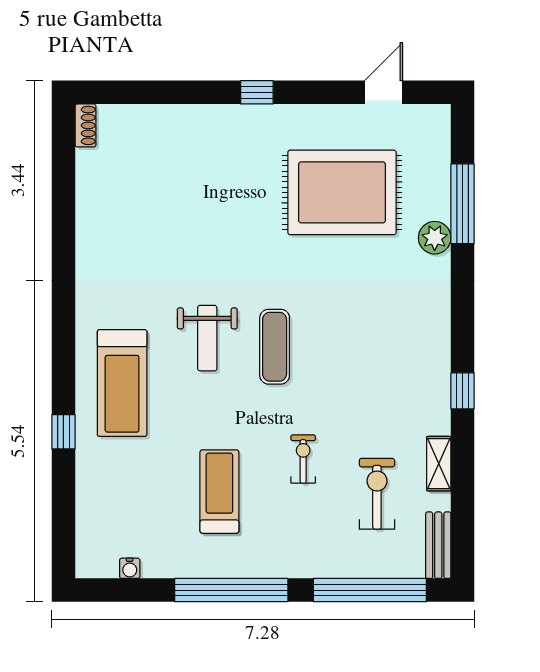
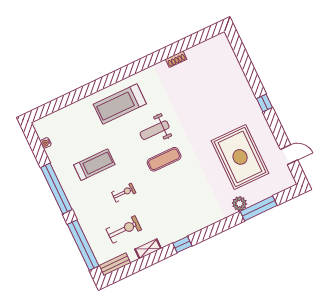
shoe rack: (85, 125) -> (176, 59), moved
window: (63, 432) -> (89, 90), removed

